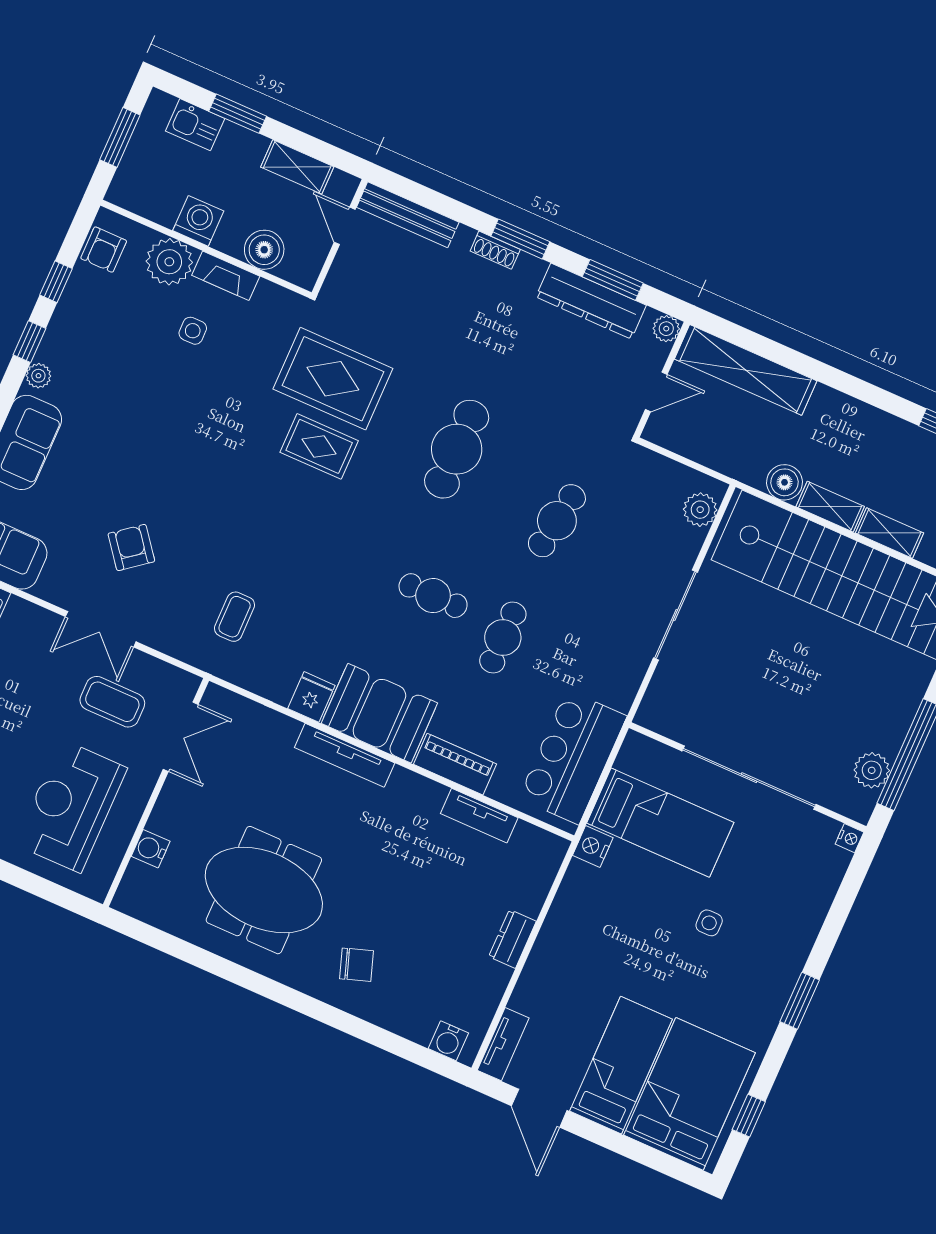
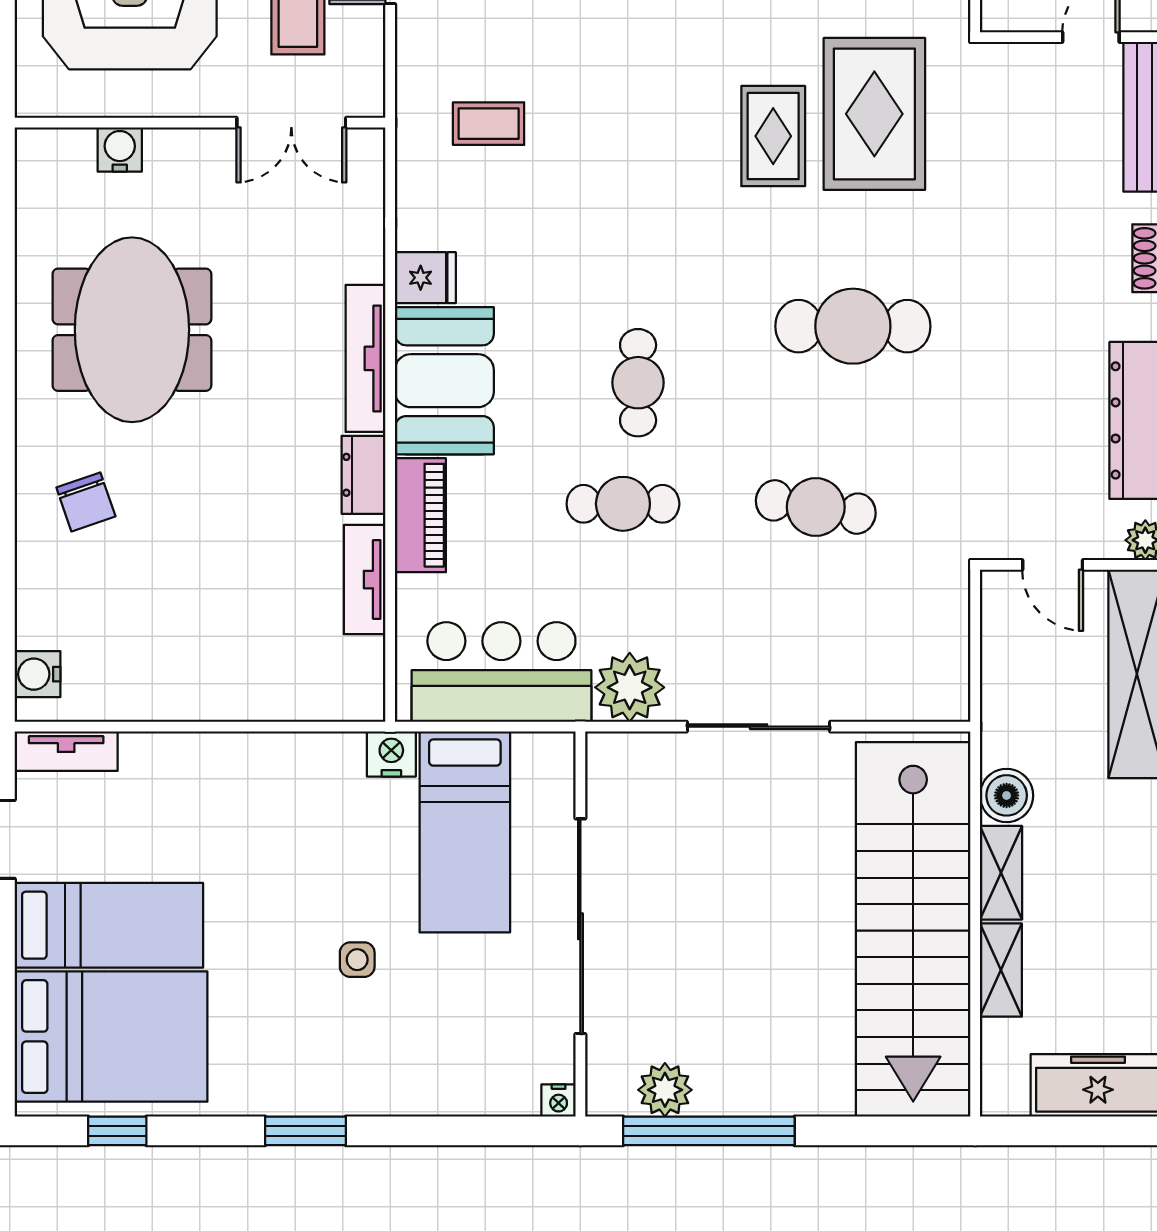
plant: (700, 510) -> (630, 687), moved, width x1.36, depth x1.36
dresser: (512, 939) -> (363, 475), moved, turned -90

